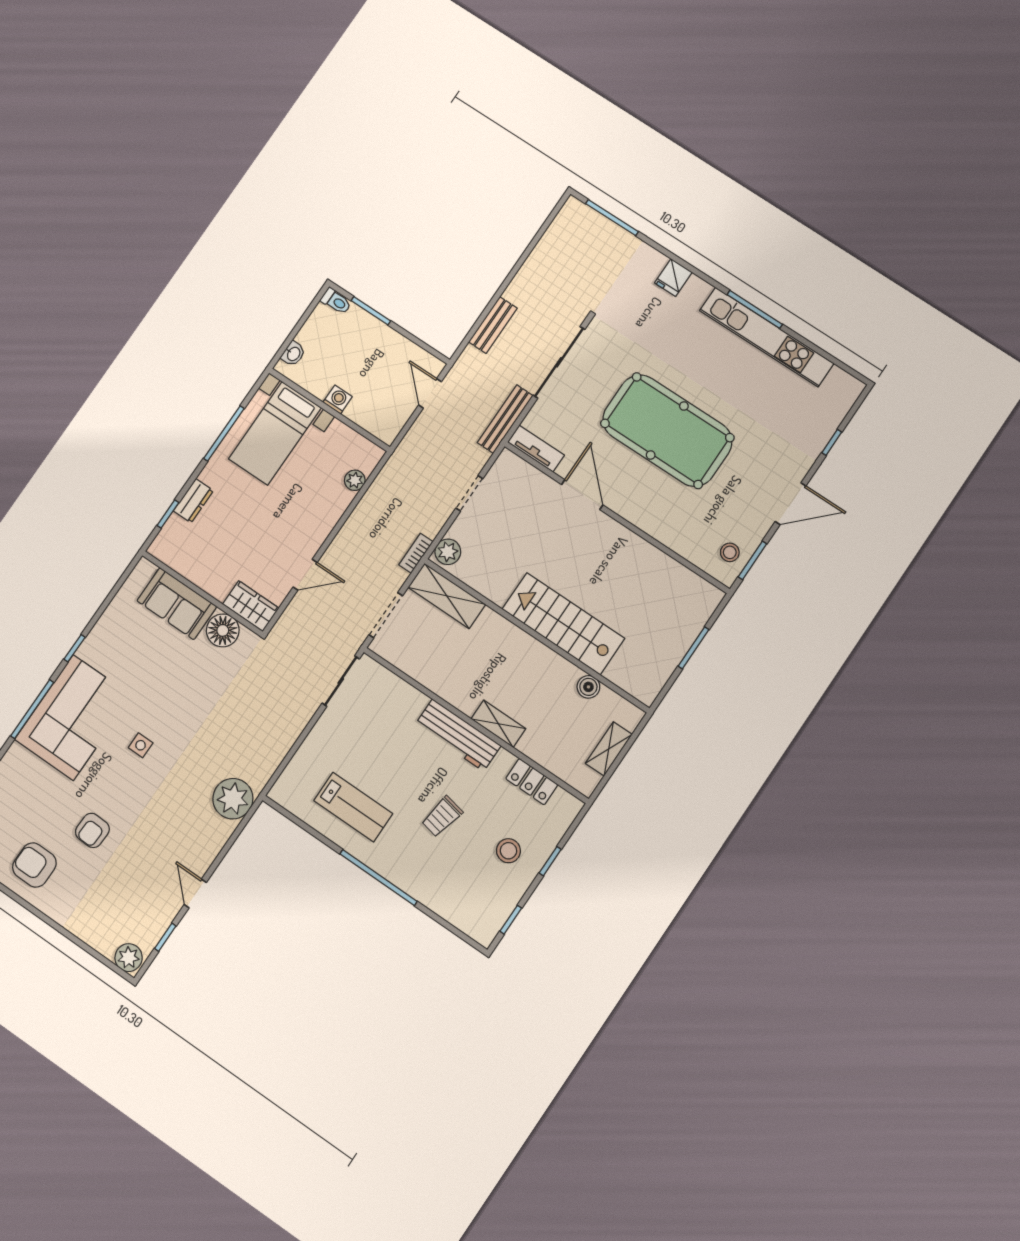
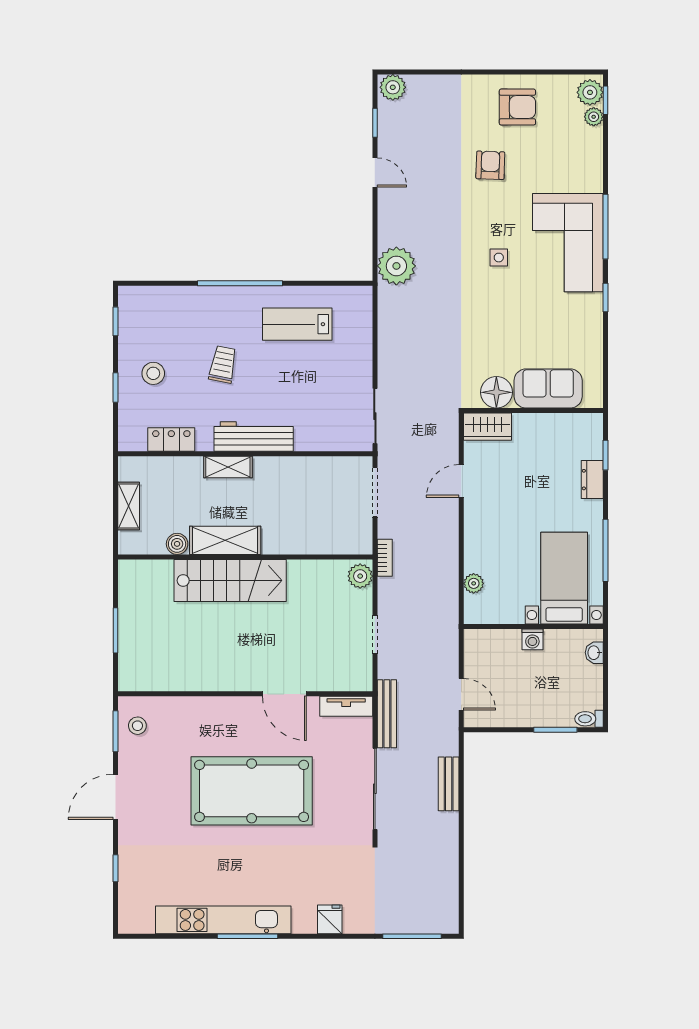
shelving: (447, 596) -> (225, 540), moved

